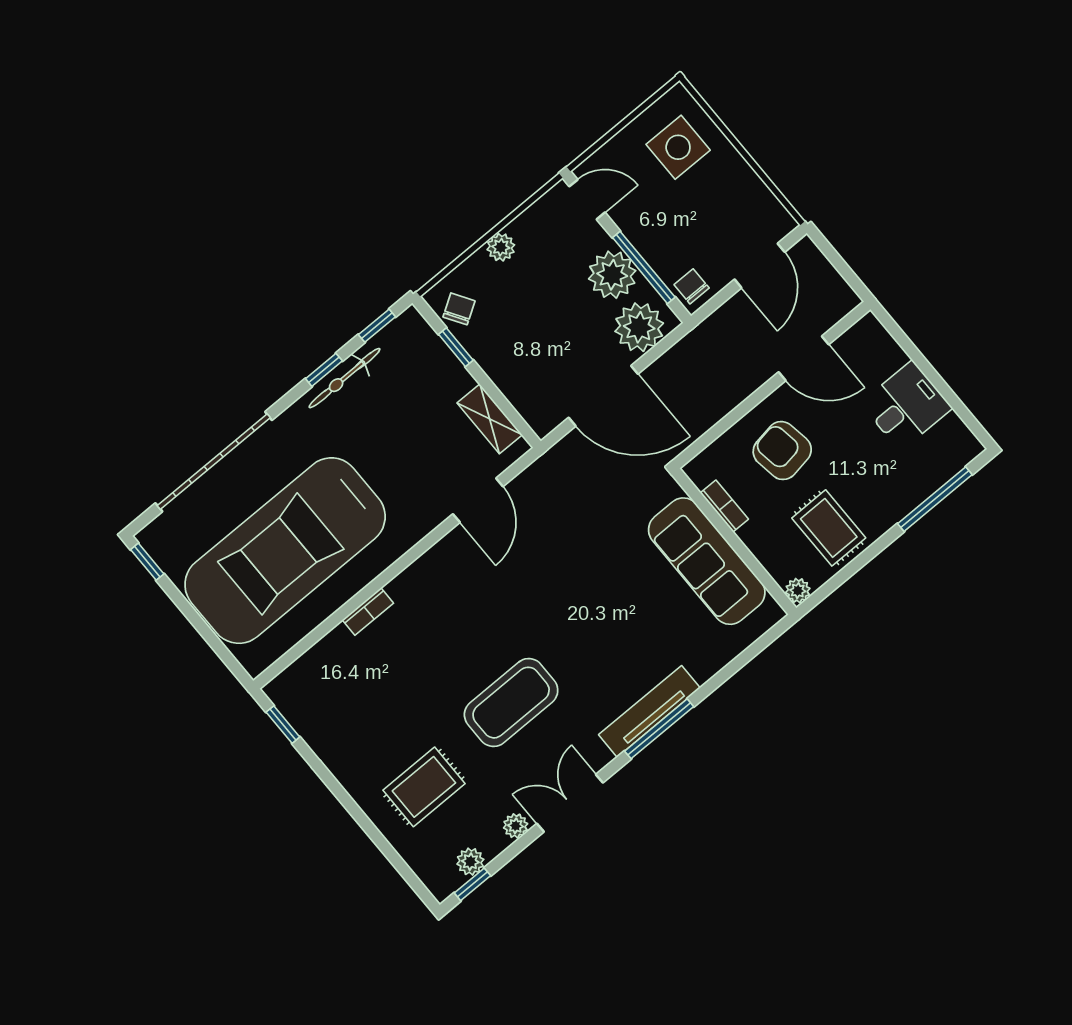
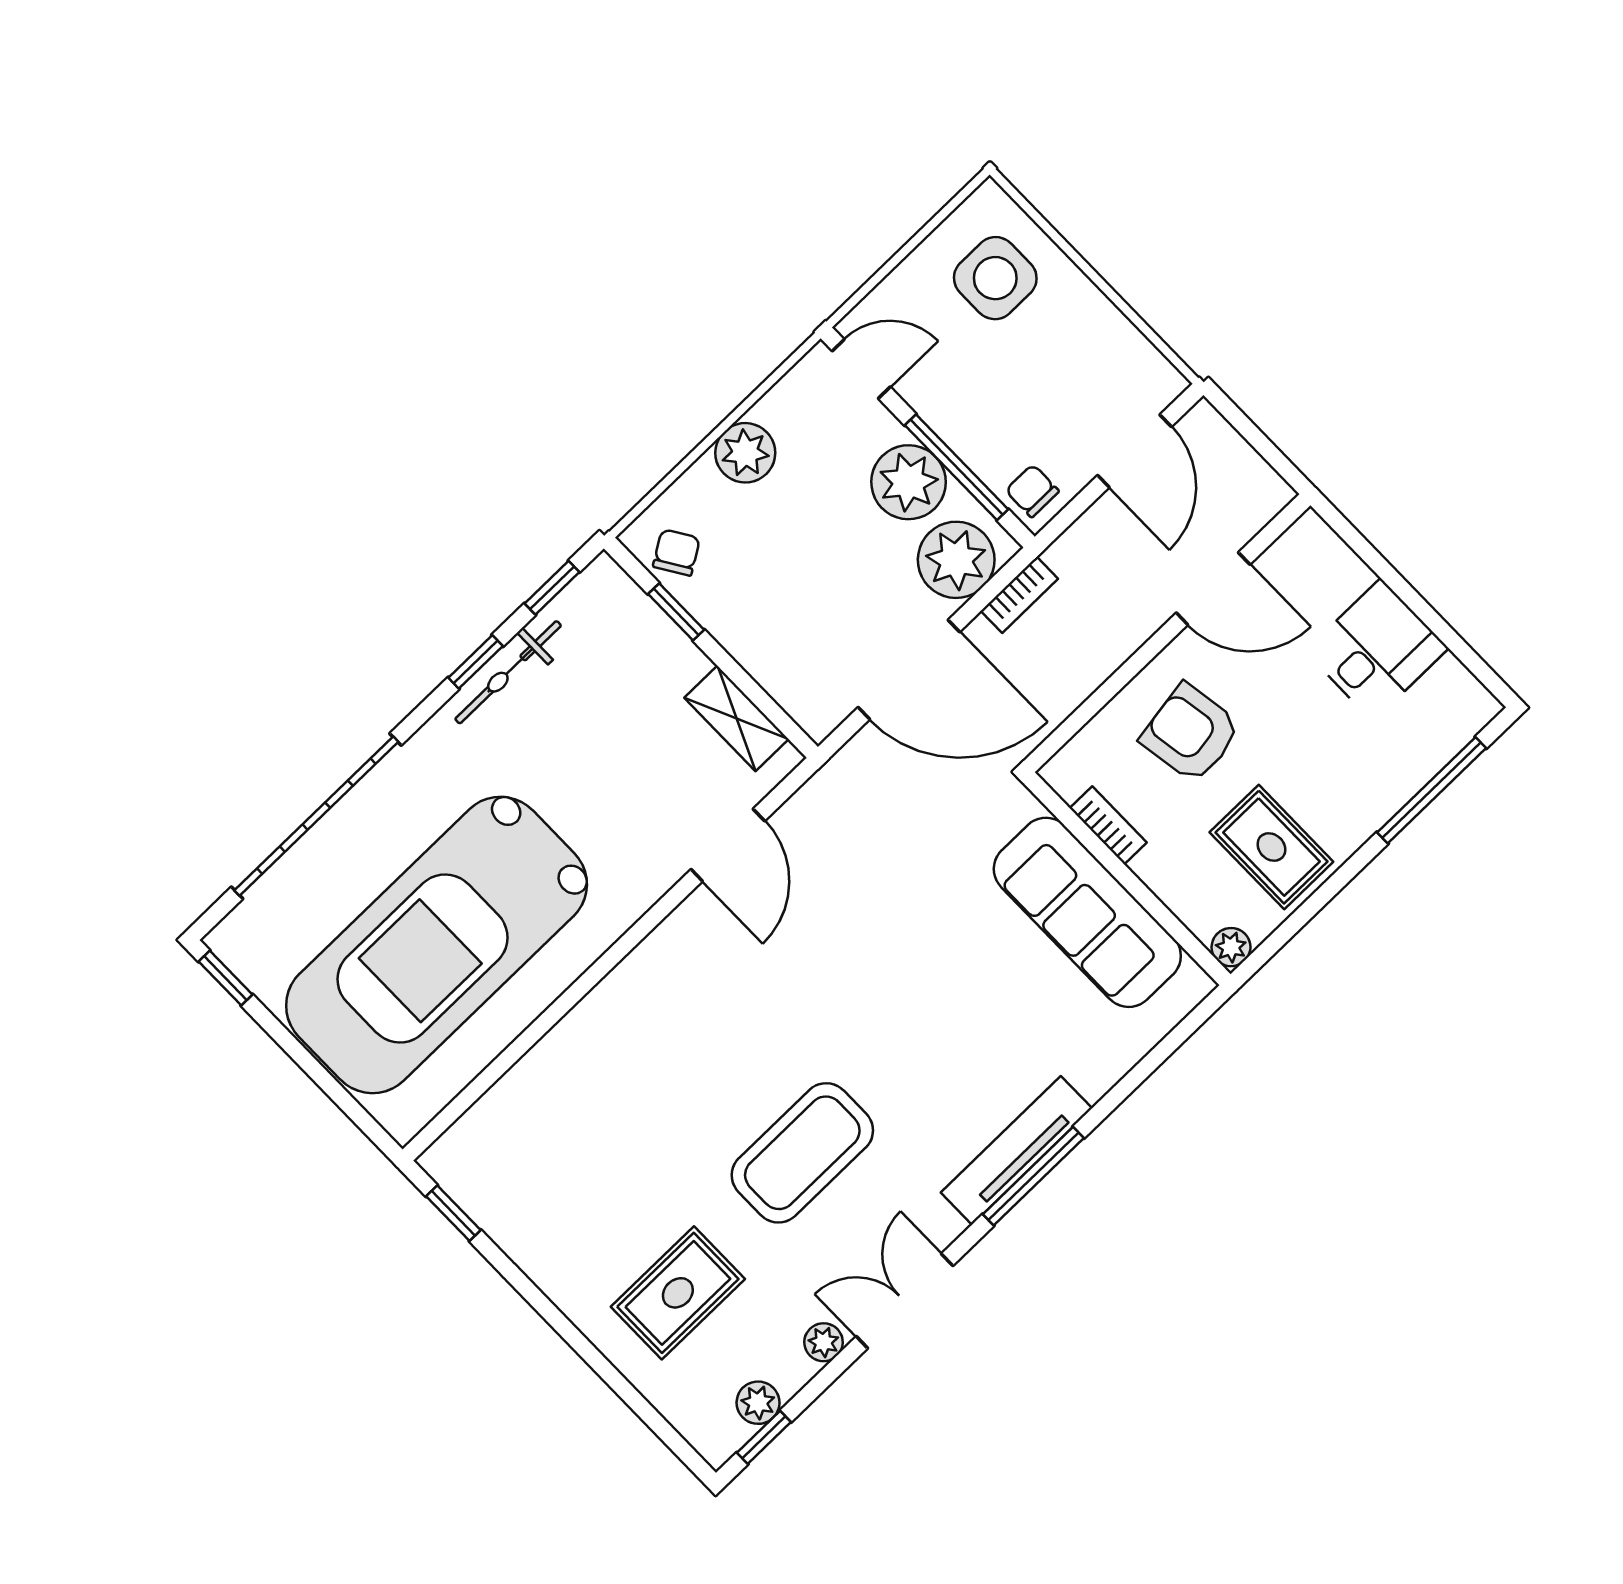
plant: (501, 247) -> (745, 453), width x1.38, depth x1.38
bookcase: (368, 612) -> (1019, 595), moved

